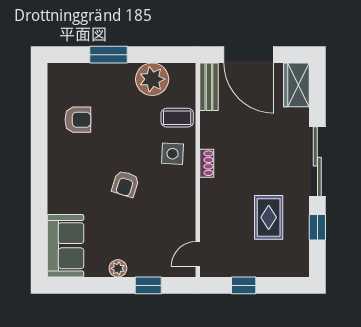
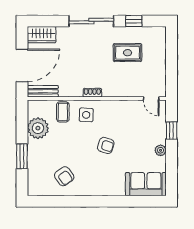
armchair: (78, 120) -> (64, 176), turned 144
window: (244, 285) -> (172, 69), removed

